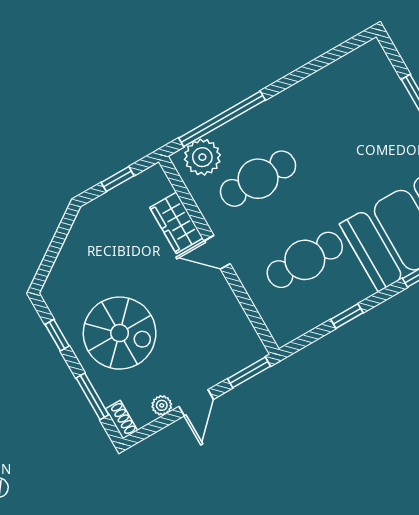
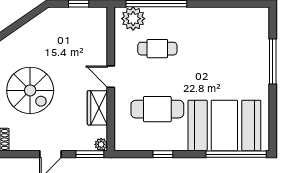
cafe table: (258, 179) -> (157, 49), width x0.73, depth x0.74
wardrobe: (176, 223) -> (97, 108), moved
plant: (162, 405) -> (101, 144), moved

